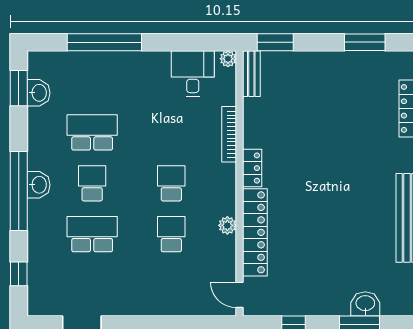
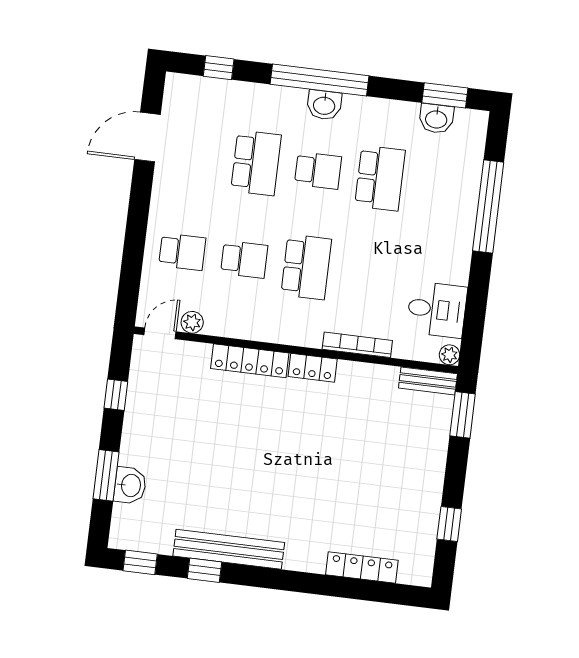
window: (365, 42) -> (449, 524), width x0.67
school desk: (171, 183) -> (306, 267), width x1.85
plant: (227, 225) -> (192, 322), moved
locker: (255, 232) -> (250, 361), width x0.71, depth x0.83
school desk: (171, 285) -> (182, 252), added

